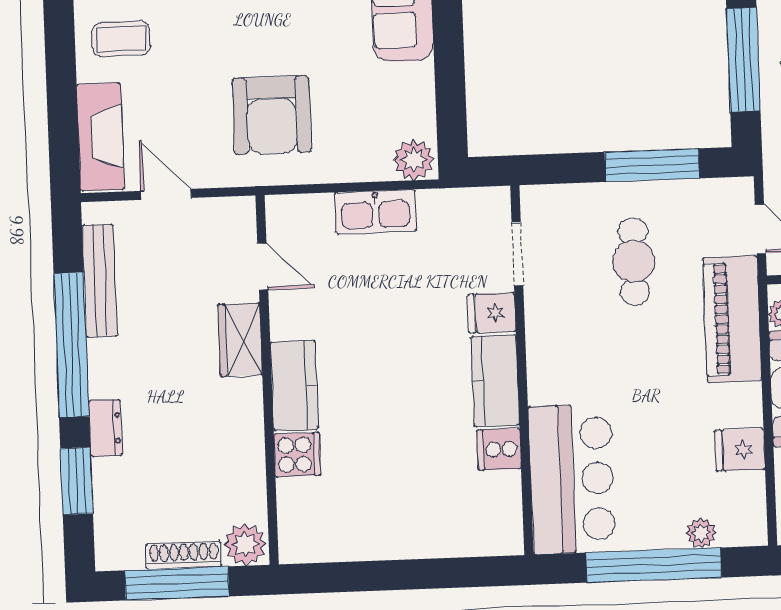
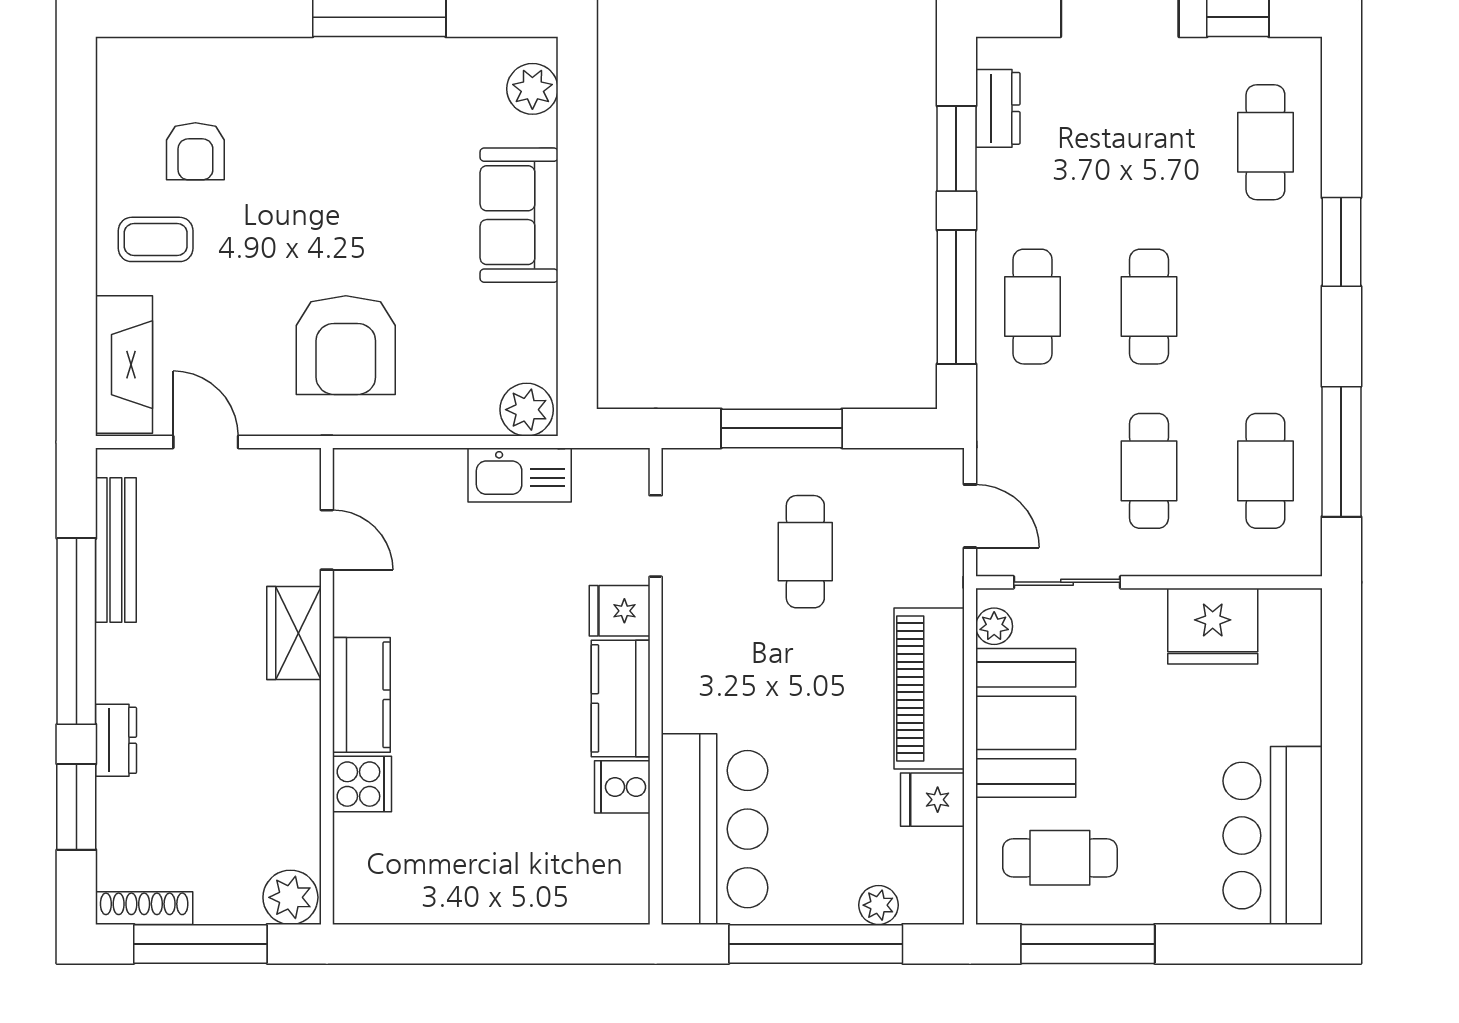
window: (652, 165) -> (782, 428), moved
kitchen sink: (375, 212) -> (520, 475), moved
piano: (732, 319) -> (929, 688), moved
shoe rack: (184, 555) -> (144, 908), moved

